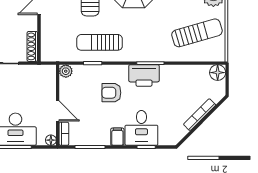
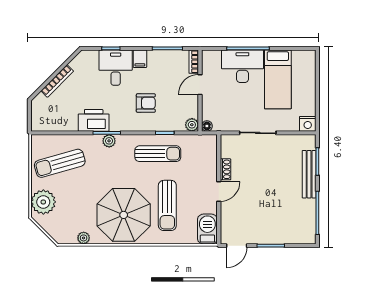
shoe rack: (32, 46) -> (226, 169), moved, width x0.70
plant: (148, 55) -> (109, 141), added
floor lamp: (218, 73) -> (39, 123), removed
printer: (144, 75) -> (94, 120), moved
door: (58, 111) -> (200, 85), hinge flipped
floor lamp: (51, 140) -> (207, 126), moved

